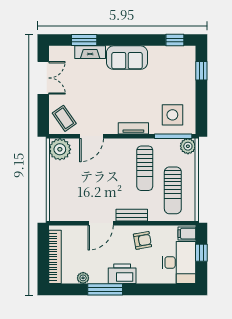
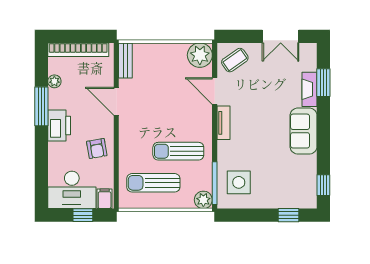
tv unit: (133, 128) -> (223, 123), moved
bench: (132, 215) -> (125, 60), moved

